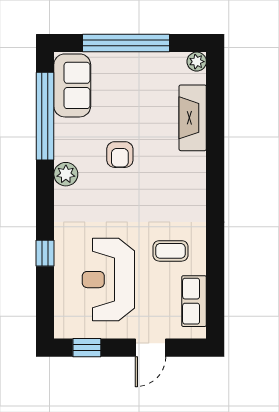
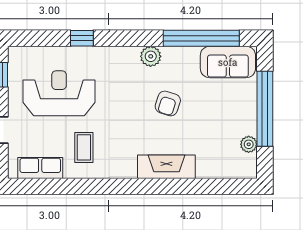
plant: (197, 62) -> (249, 144), moved
fireplace: (193, 118) -> (166, 167), moved
armchair: (120, 155) -> (168, 103), turned -72

